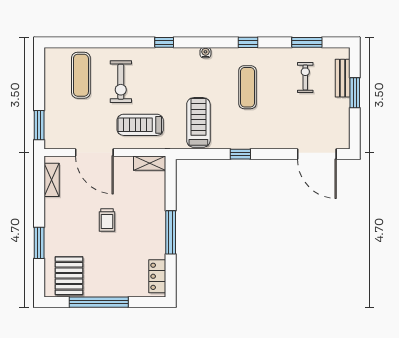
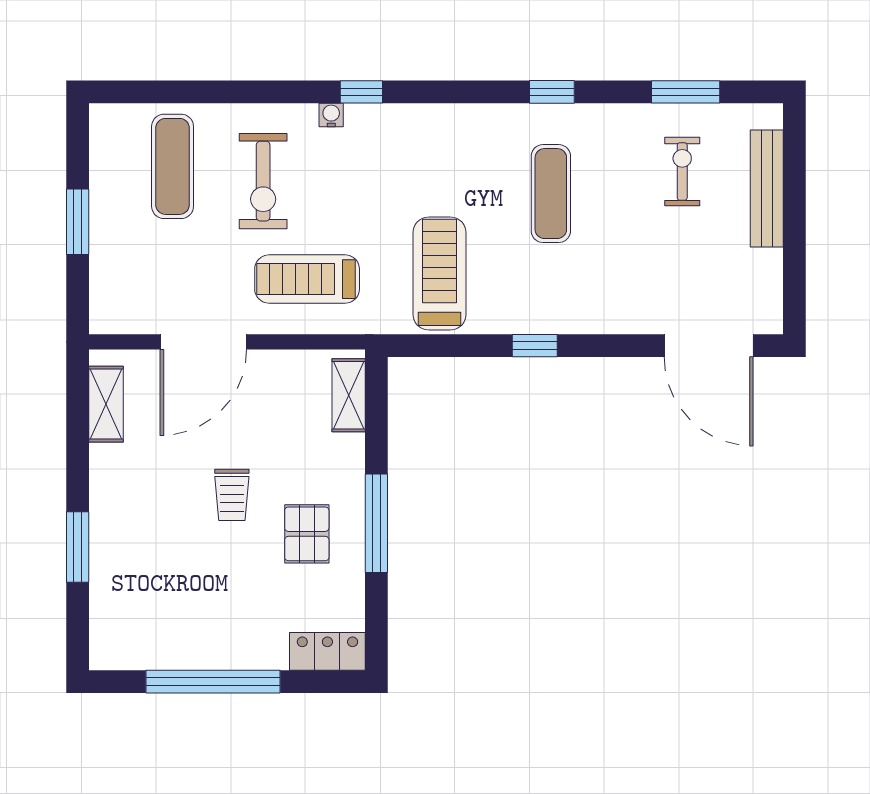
water cooler: (205, 53) -> (331, 115), moved
bench: (343, 78) -> (767, 189), width x1.36
window: (355, 93) -> (794, 206), removed
window: (39, 125) -> (78, 222), moved
door: (94, 153) -> (203, 342), hinge flipped
shelving: (150, 163) -> (349, 395), moved, turned 90
pallet: (69, 276) -> (307, 534), moved, width x0.67, depth x0.71
locker: (157, 276) -> (327, 651), moved, turned 90

